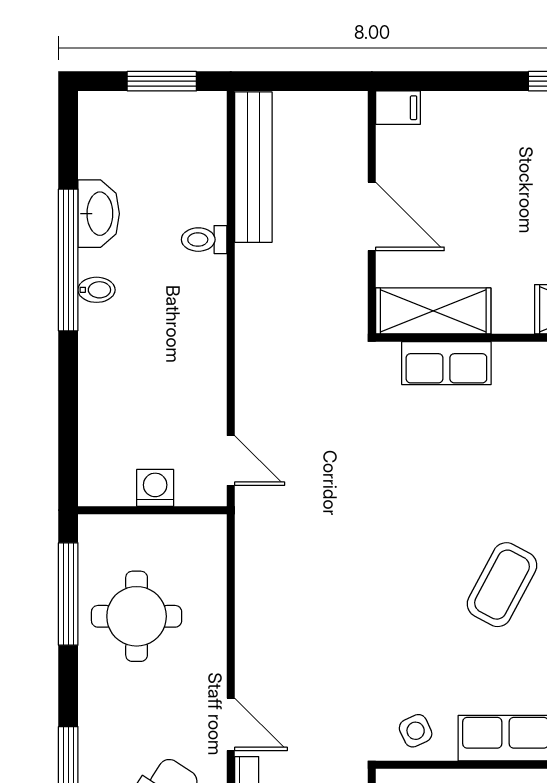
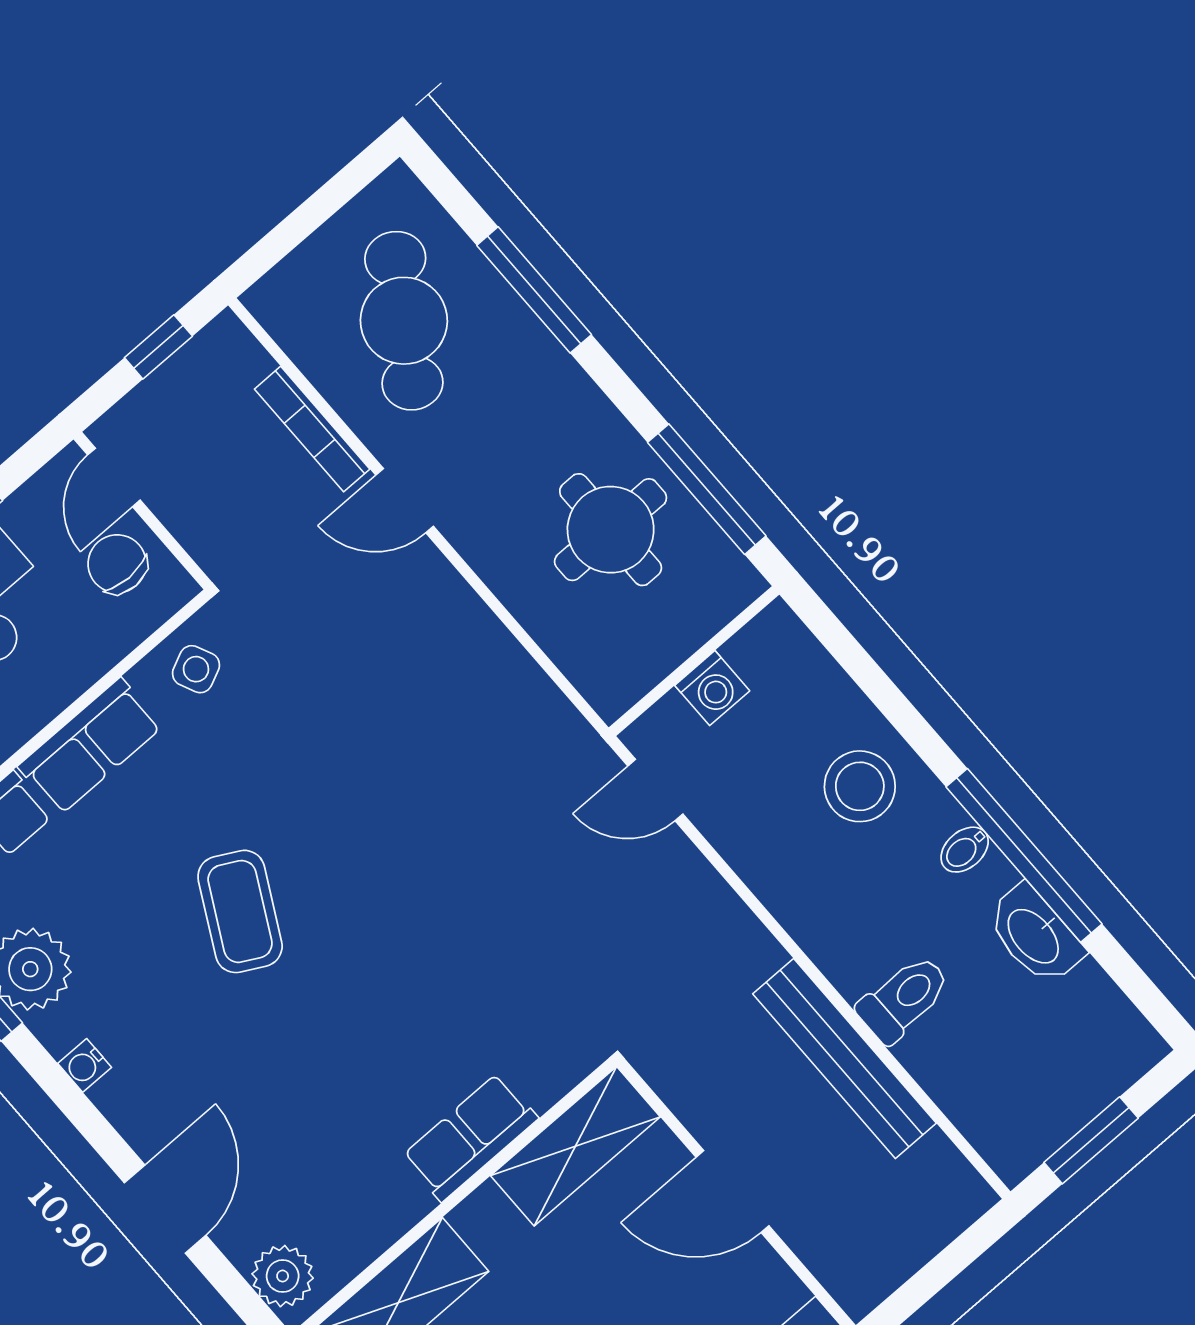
bench: (253, 167) -> (845, 1059), moved
toilet: (204, 240) -> (904, 999), width x1.37, depth x1.39
row of seats: (446, 363) -> (470, 1137), moved
stool: (123, 370) -> (860, 786), added

